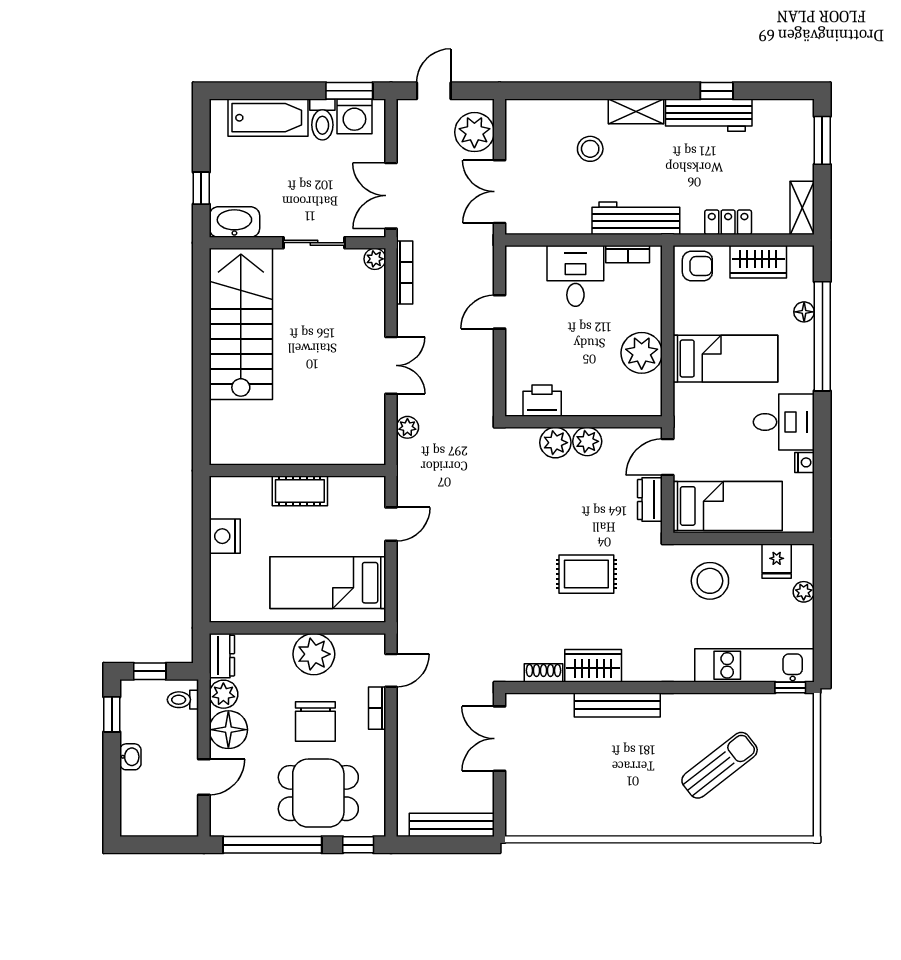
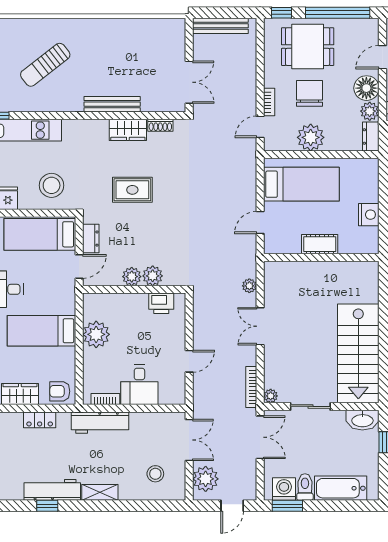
stool: (590, 149) -> (155, 474), moved

